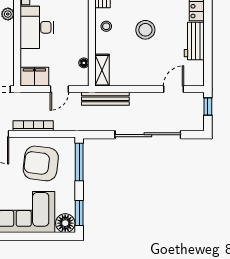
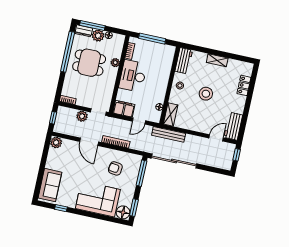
workbench: (194, 41) -> (233, 126), moved
sliding door: (148, 135) -> (174, 161), moved
armchair: (41, 163) -> (115, 168), width x0.53, depth x0.53

